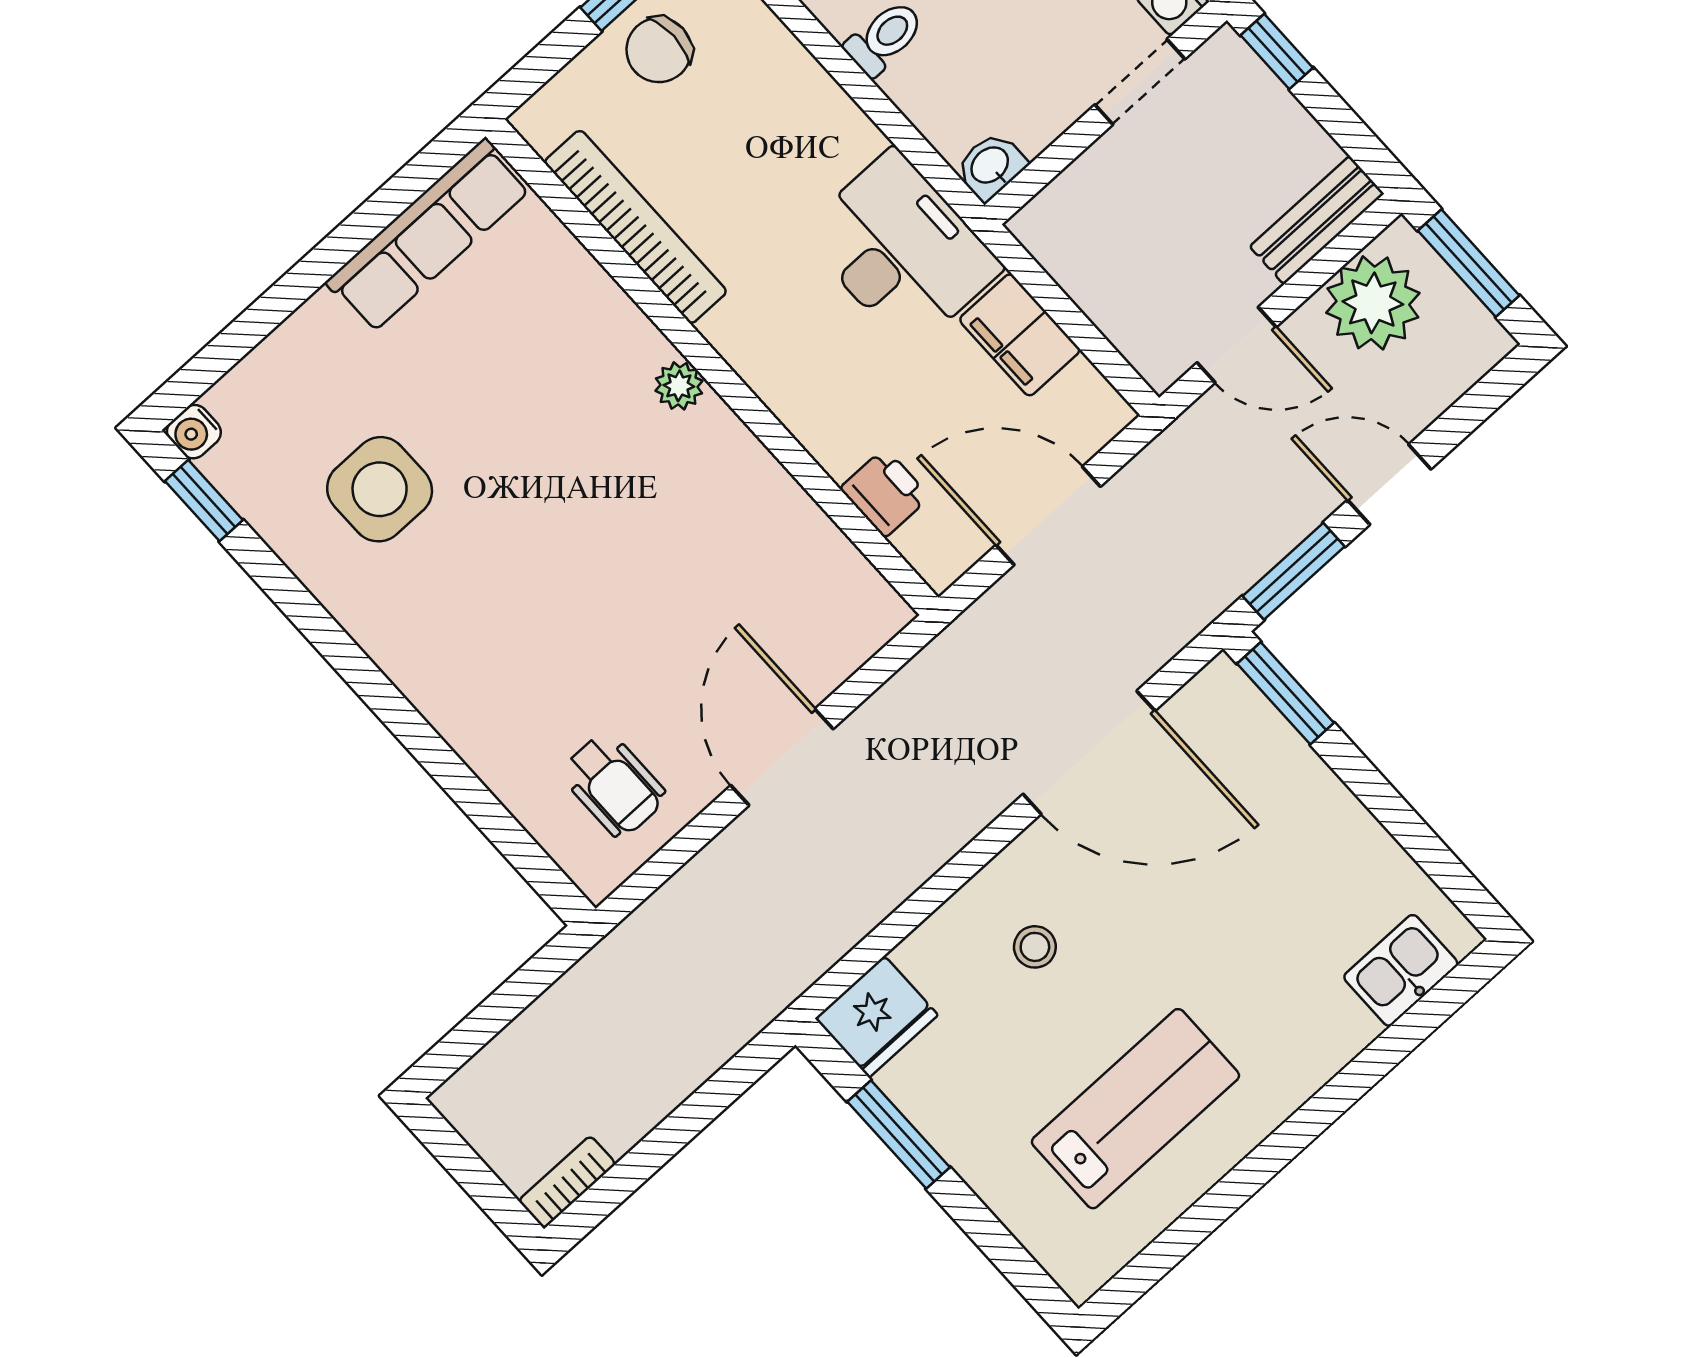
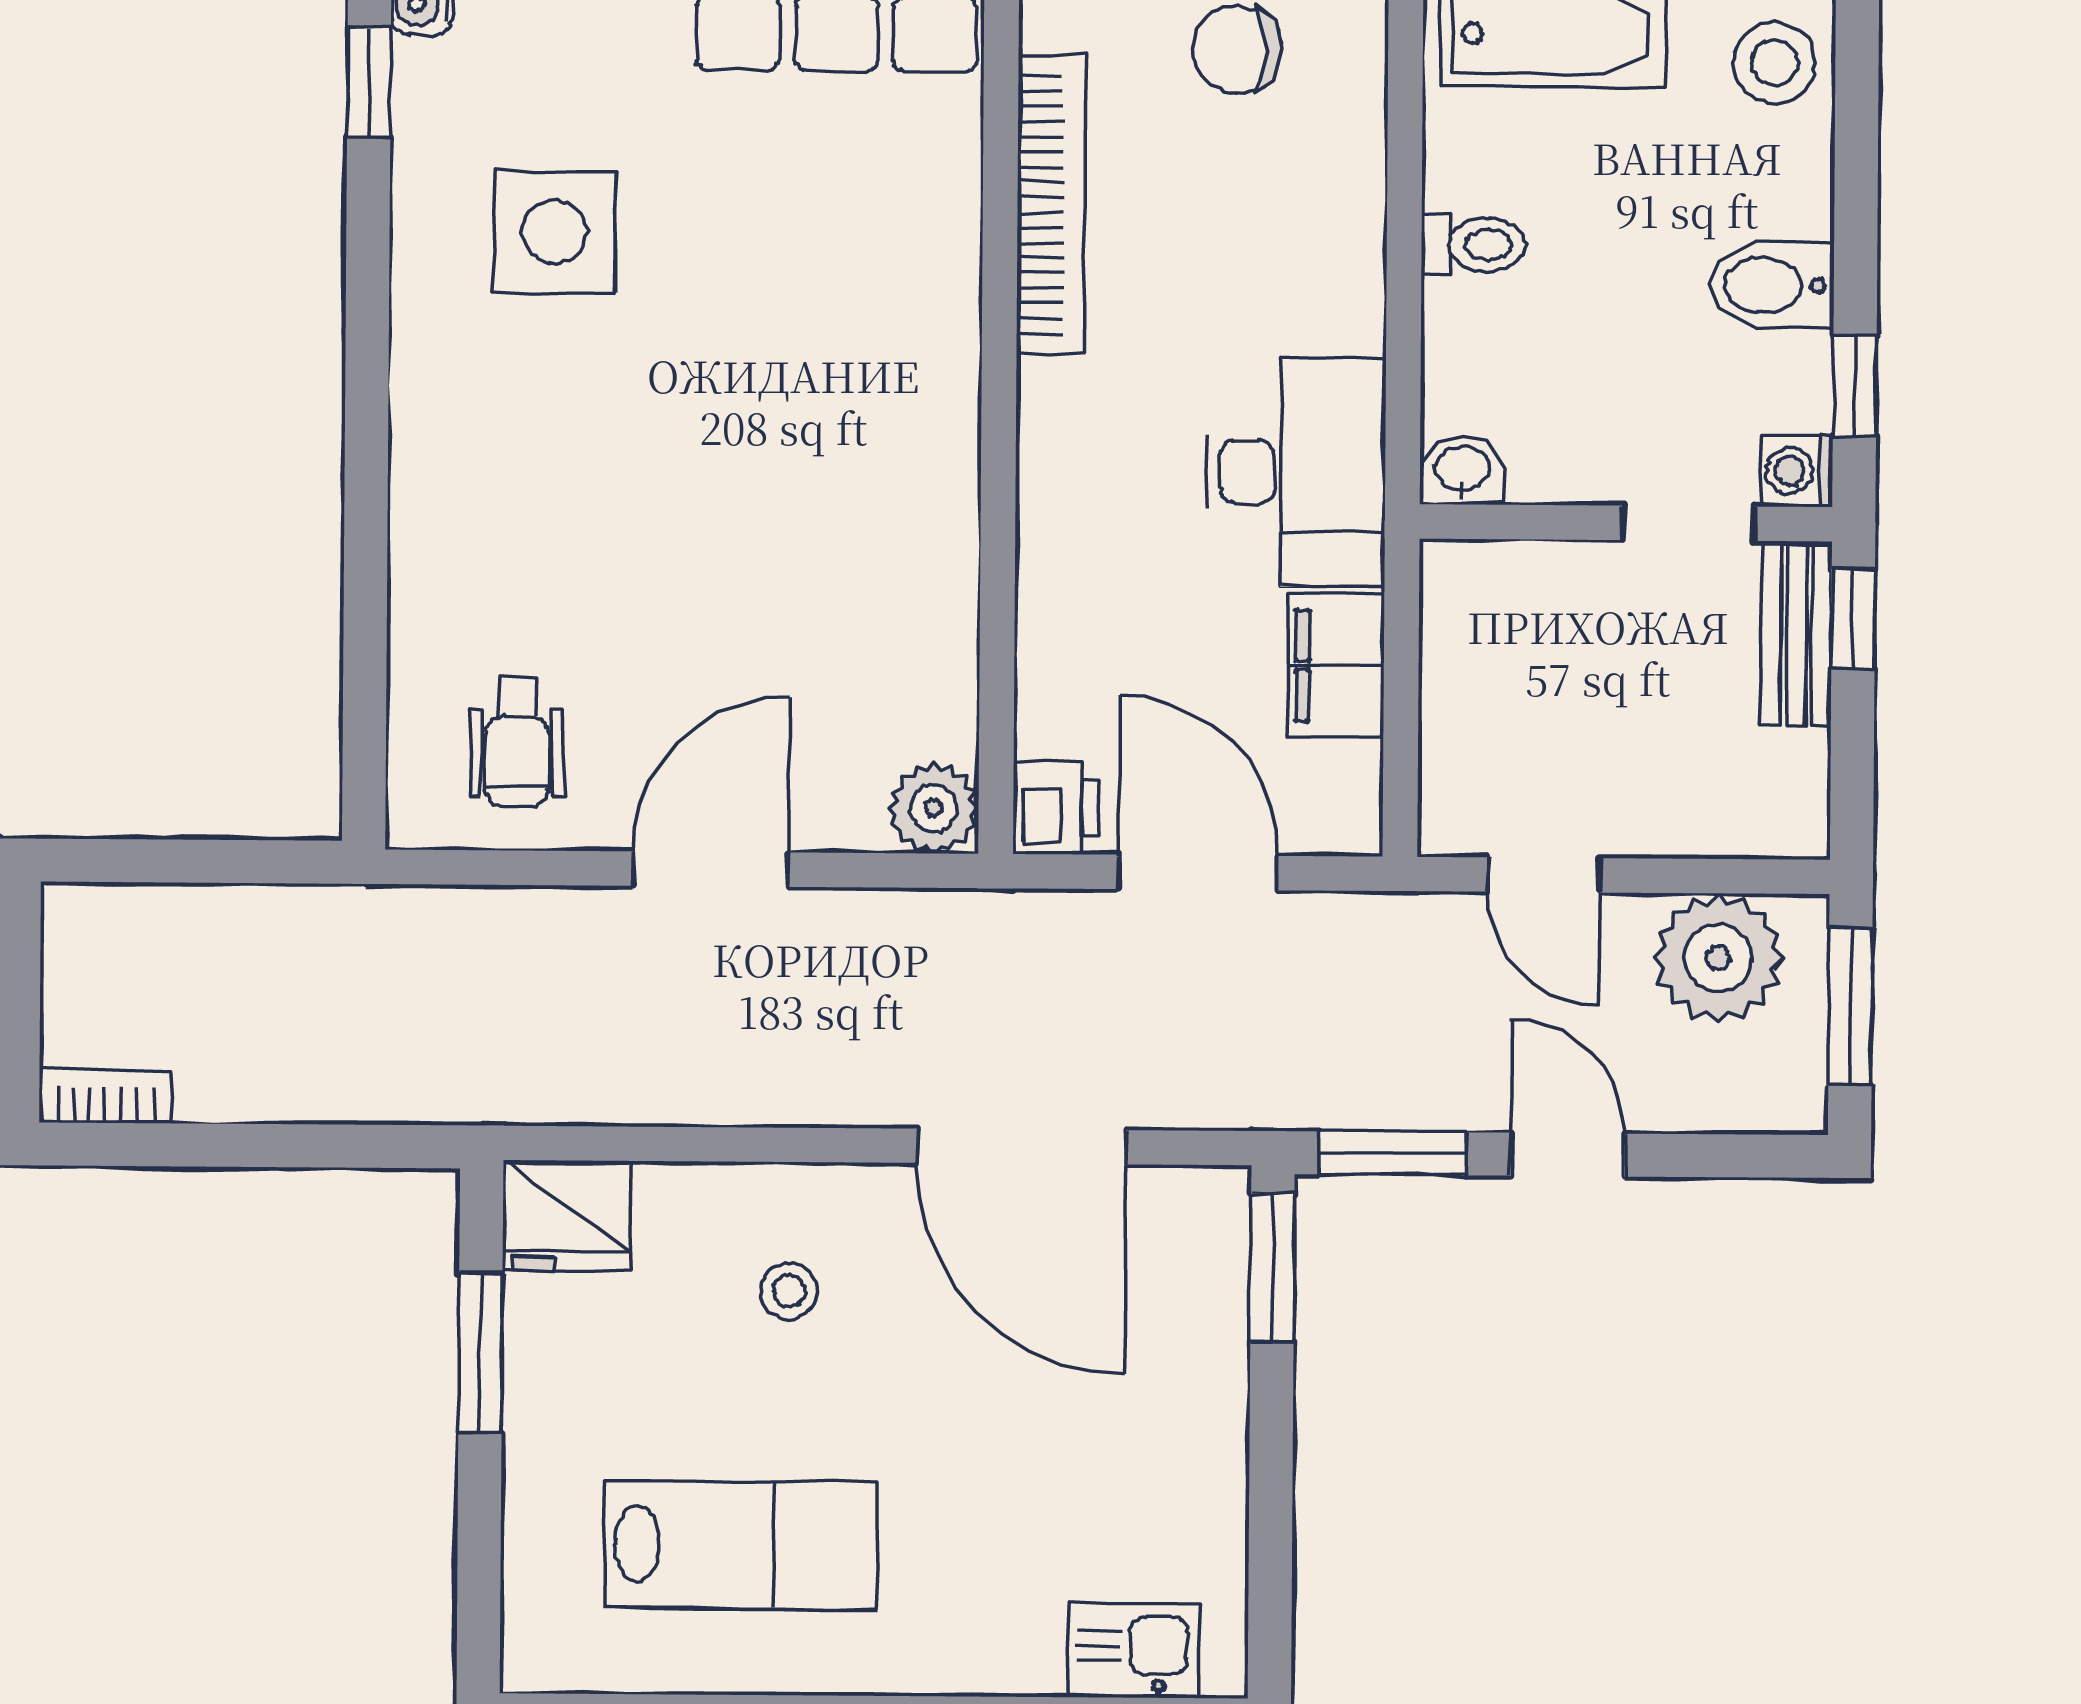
bench: (1317, 220) -> (1796, 633), moved, turned 90
plant: (679, 386) -> (934, 808), moved, width x1.38, depth x1.38
printer: (885, 493) -> (1055, 808), moved

